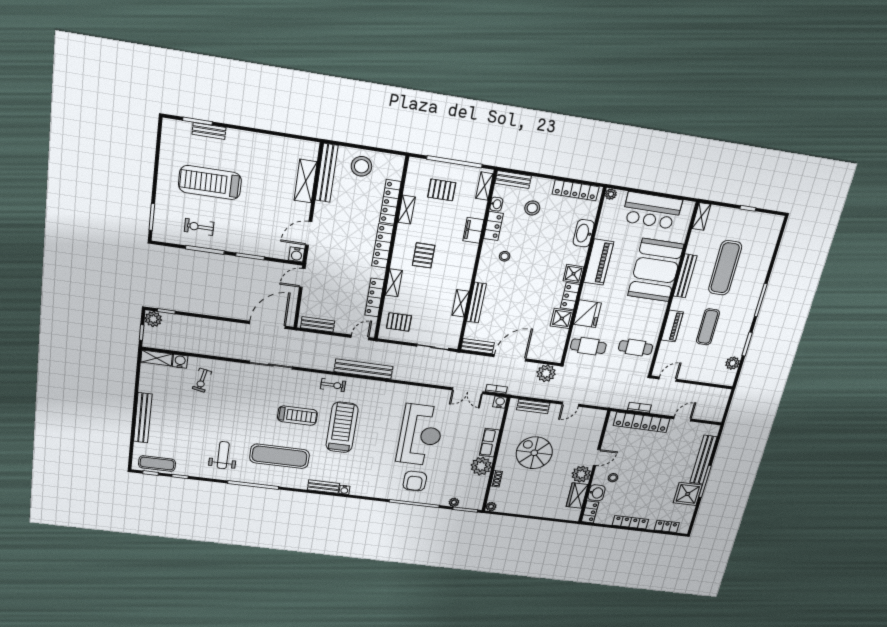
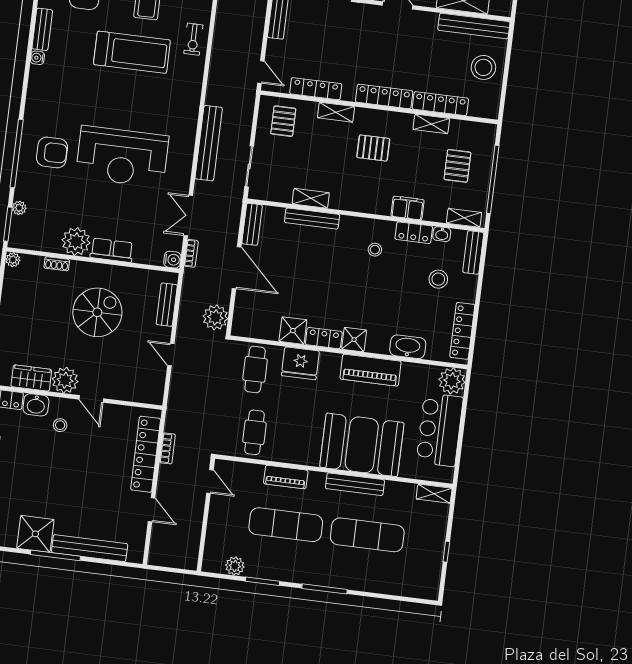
plant: (611, 194) -> (452, 381), width x1.88, depth x1.88
exercise mat: (708, 327) -> (286, 525), width x1.36, depth x1.45
bench: (363, 369) -> (209, 143), moved
armchair: (415, 481) -> (52, 152), turned 180

